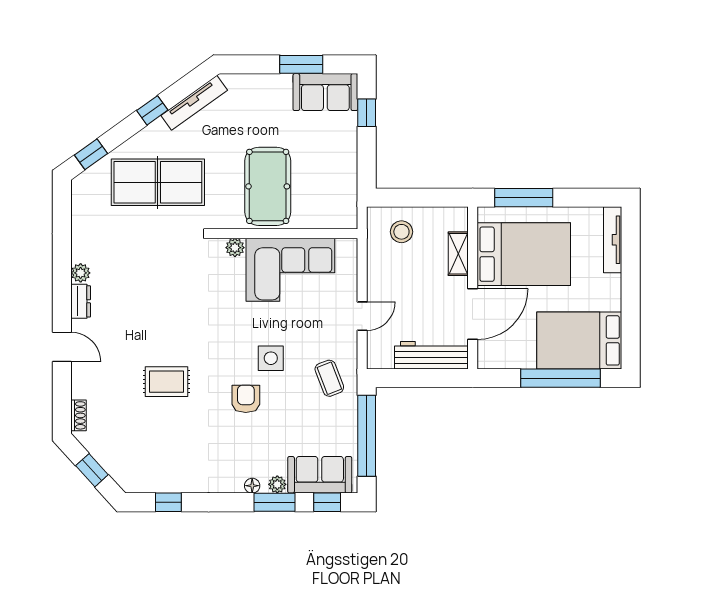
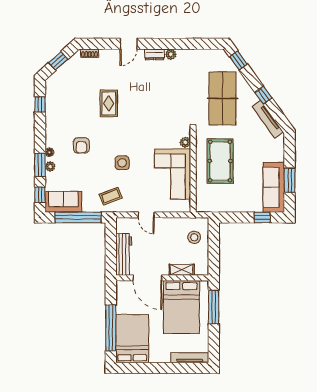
sofa: (325, 92) -> (274, 187), width x1.36
pool table: (268, 186) -> (220, 161), turned 90
armchair: (246, 399) -> (81, 145), moved, turned 90
sofa: (320, 475) -> (63, 202), moved, turned -90

